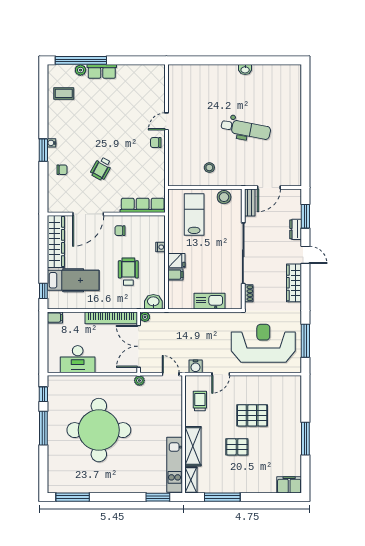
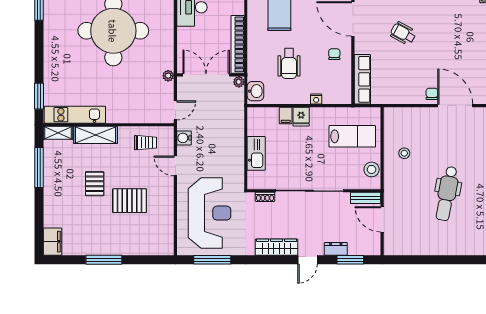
door: (166, 121) -> (455, 106), width x1.87
wheelchair: (128, 272) -> (289, 63), turned 90
pallet: (252, 415) -> (130, 201), turned 90

